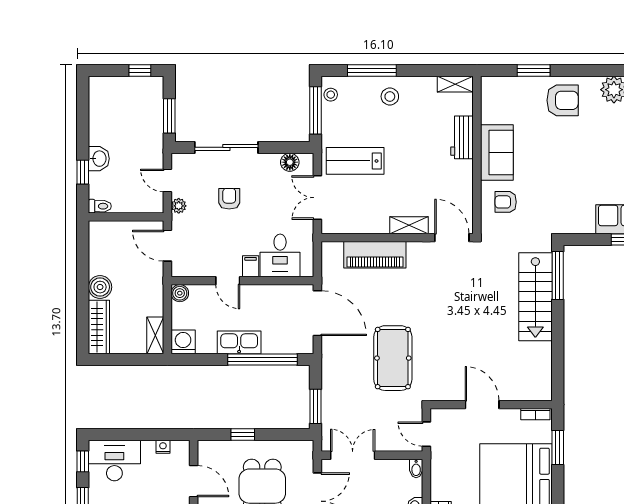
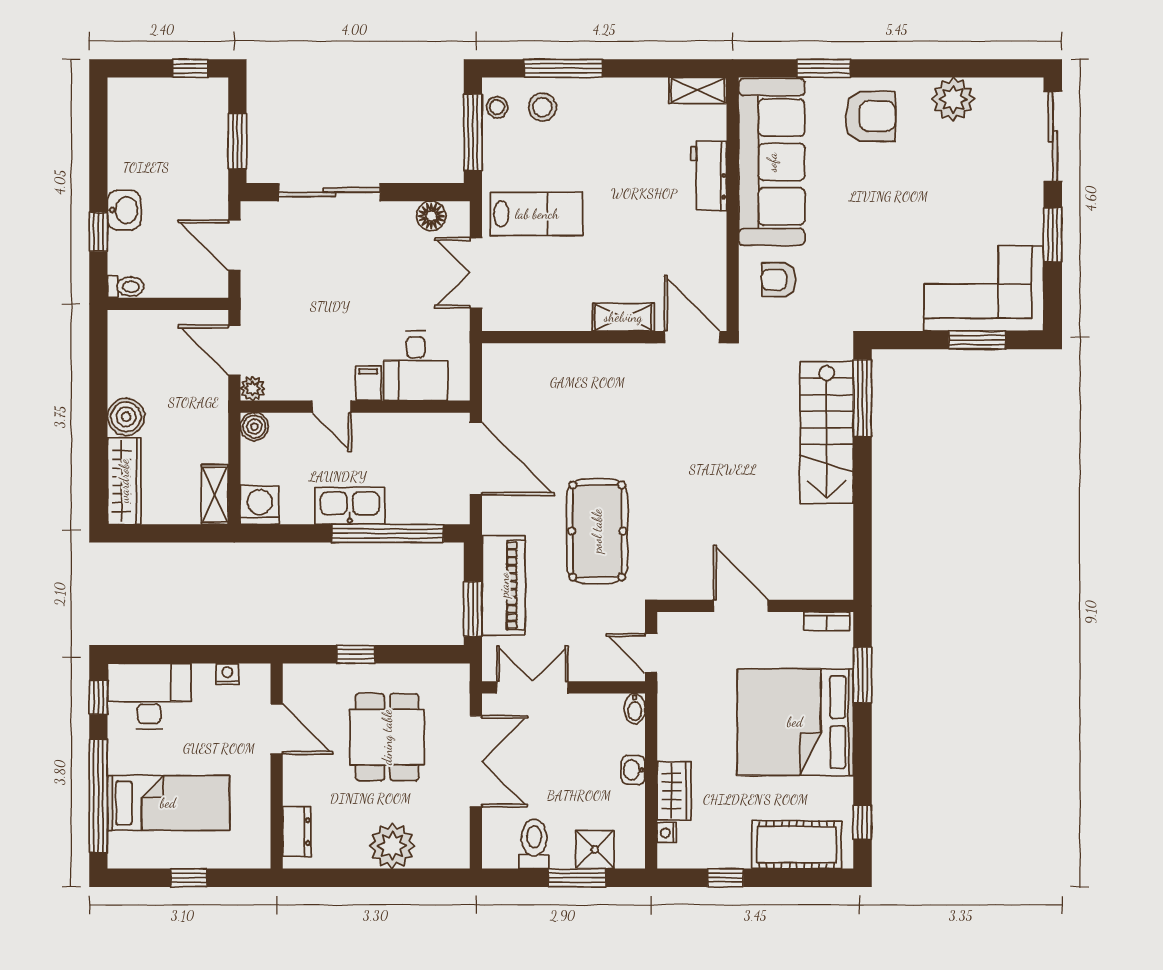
stool: (390, 96) -> (542, 107), moved
sofa: (497, 152) -> (772, 162), width x1.85, depth x1.27
lab bench: (355, 161) -> (537, 214), turned 180
door: (167, 180) -> (234, 245), width x1.37
armchair: (229, 199) -> (334, 275), removed
plant: (179, 206) -> (253, 388), moved
piano: (375, 255) -> (504, 585), moved, turned -90

